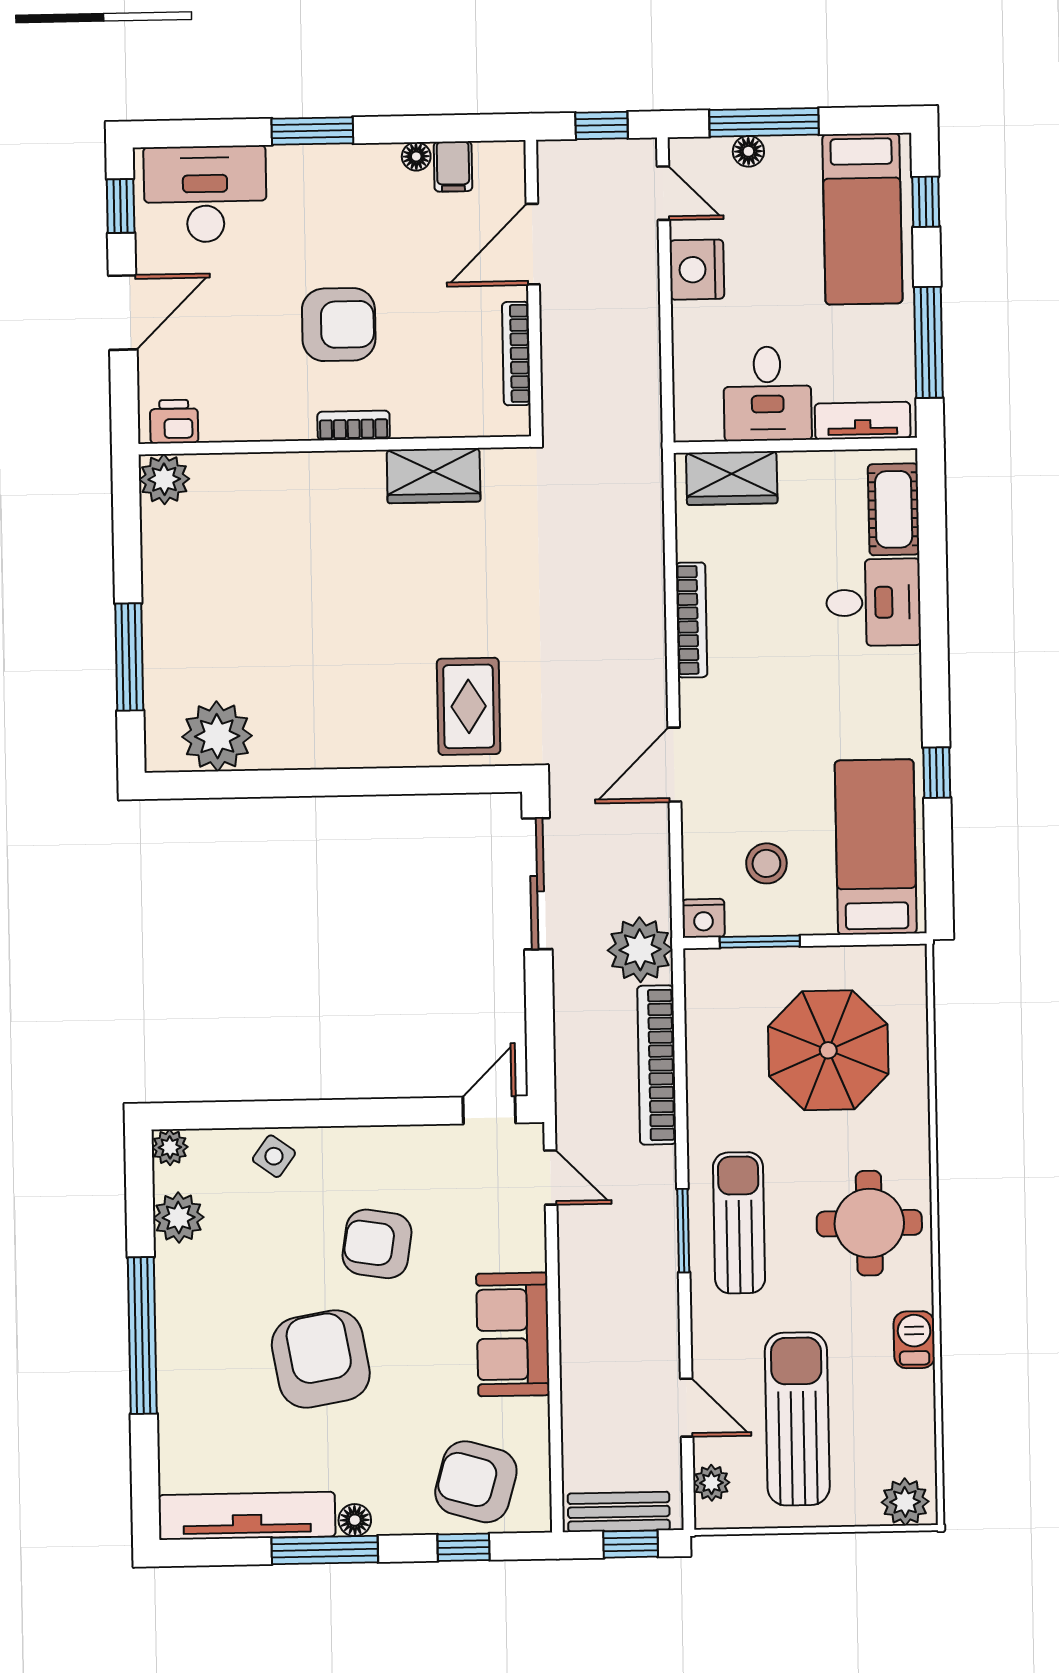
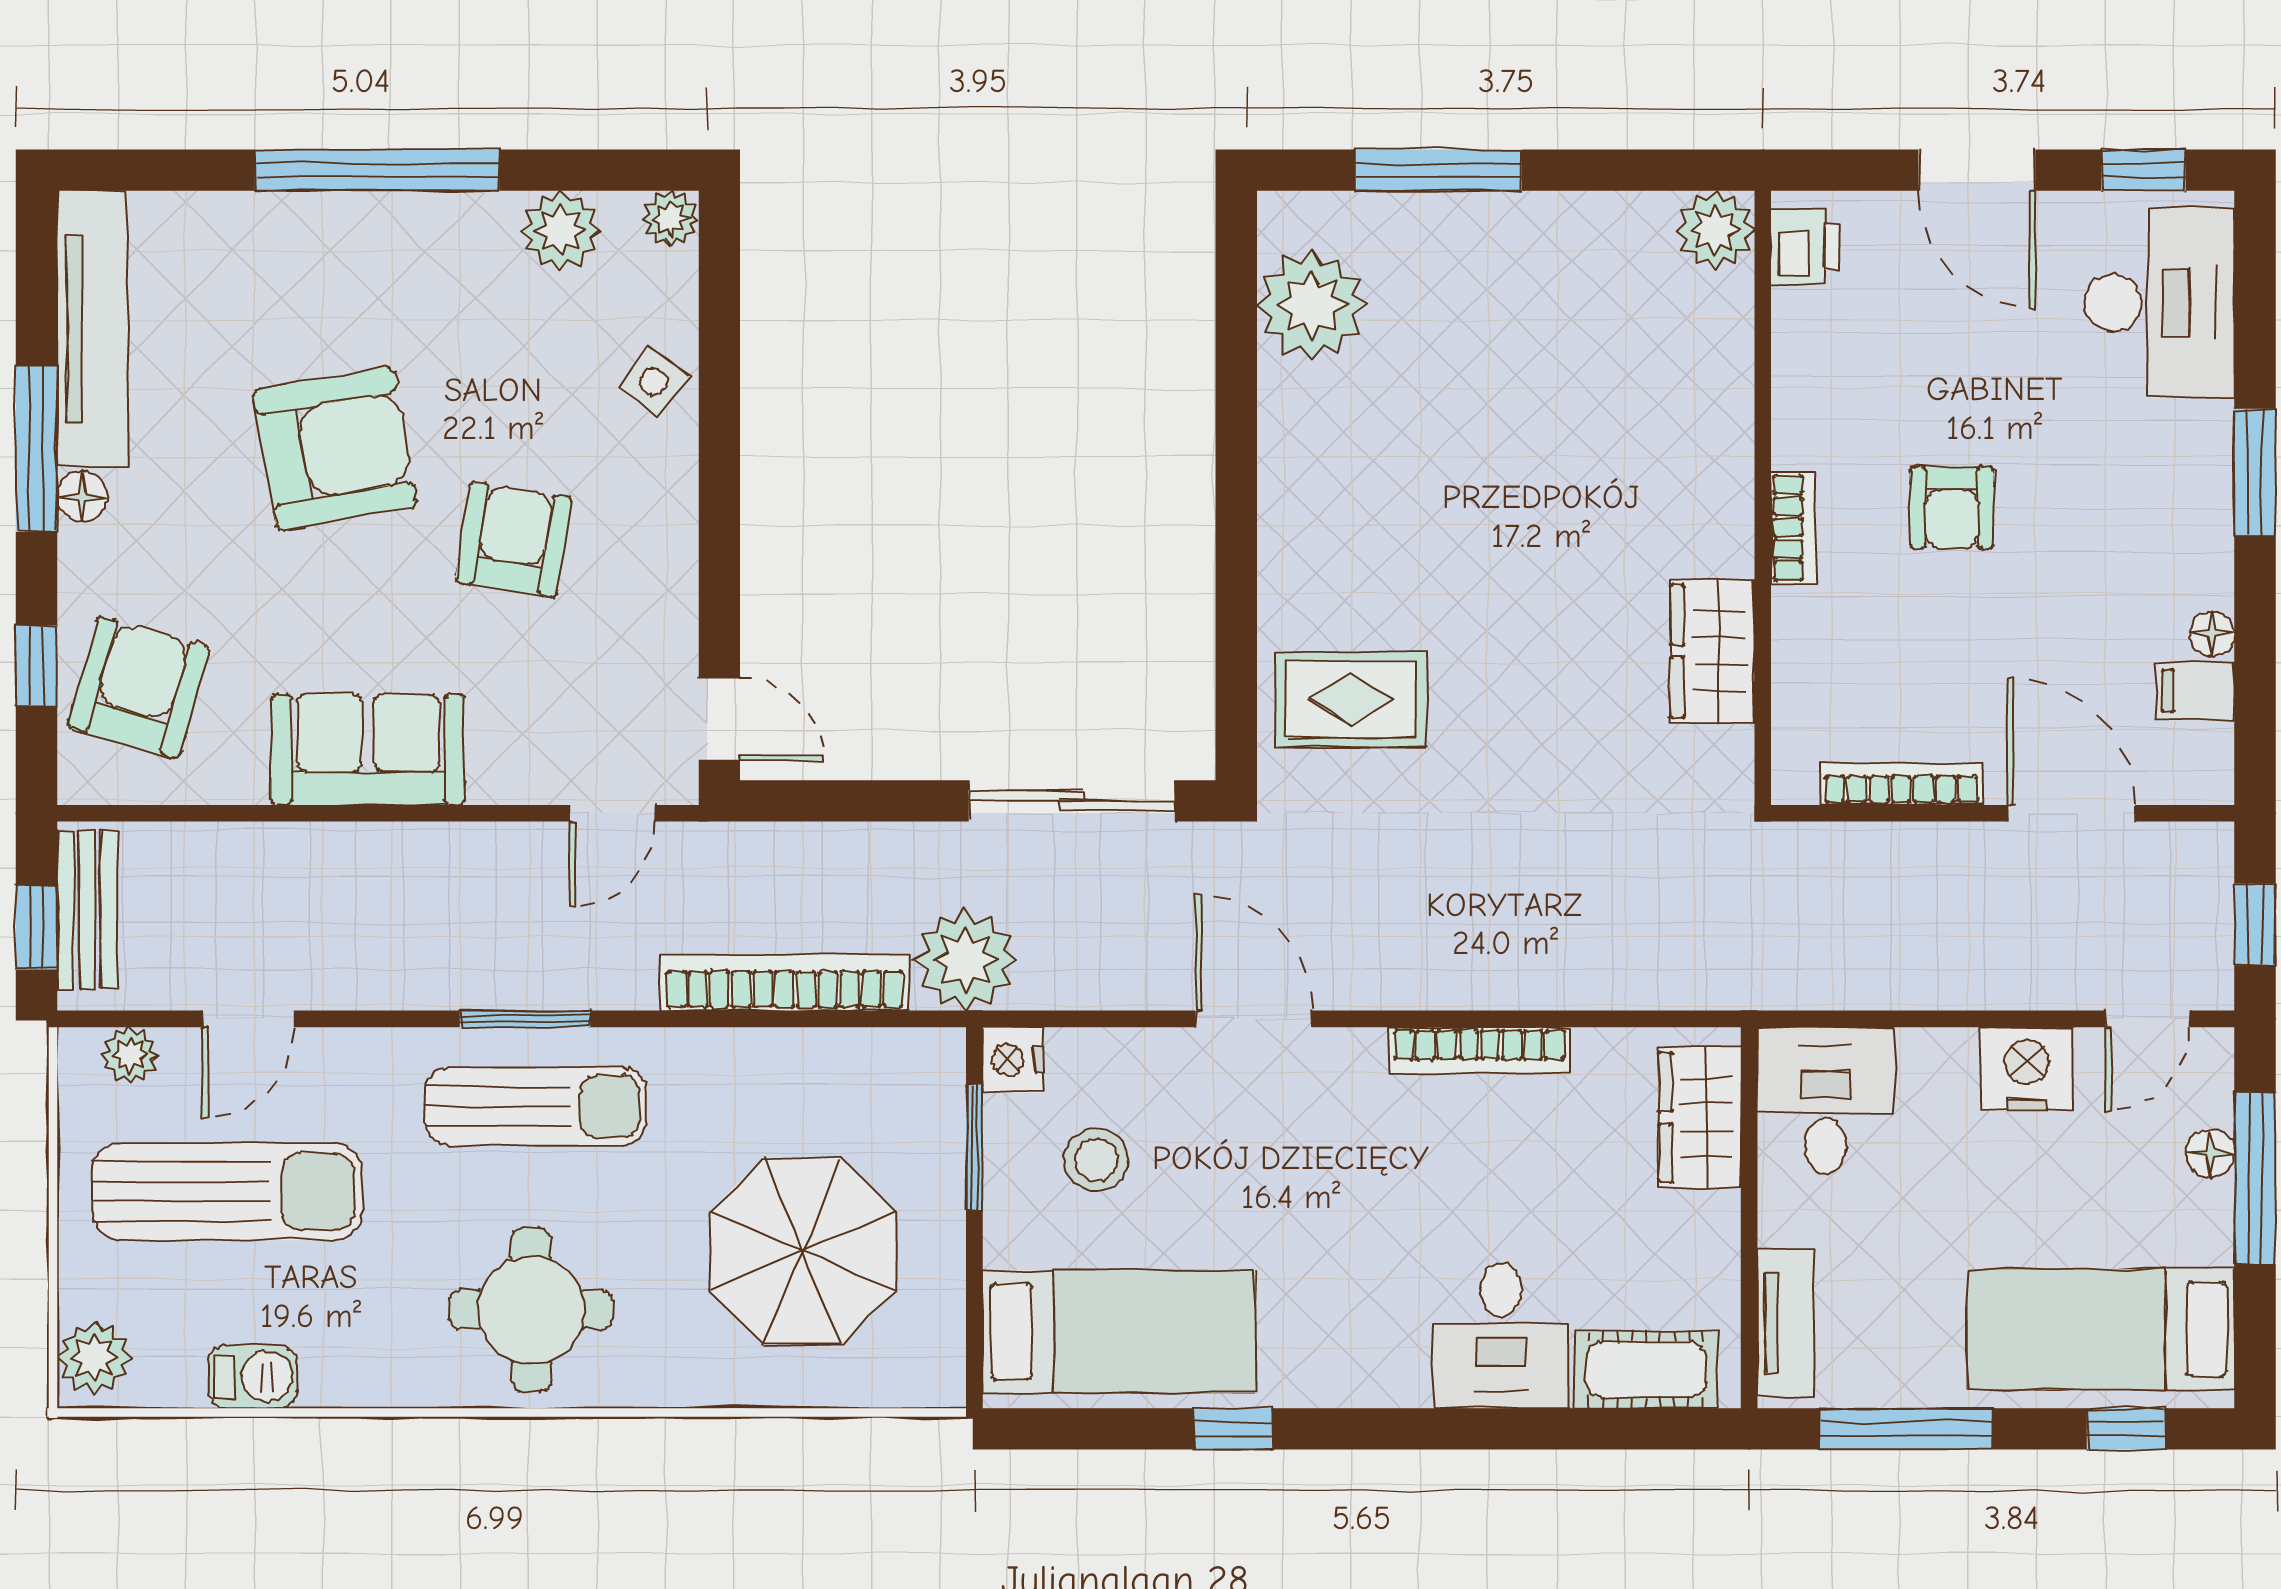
armchair: (339, 325) -> (1952, 507), width x0.72, depth x0.72
desk: (767, 394) -> (1825, 1101), moved, turned 90
barbecue: (914, 1340) -> (253, 1377), moved

